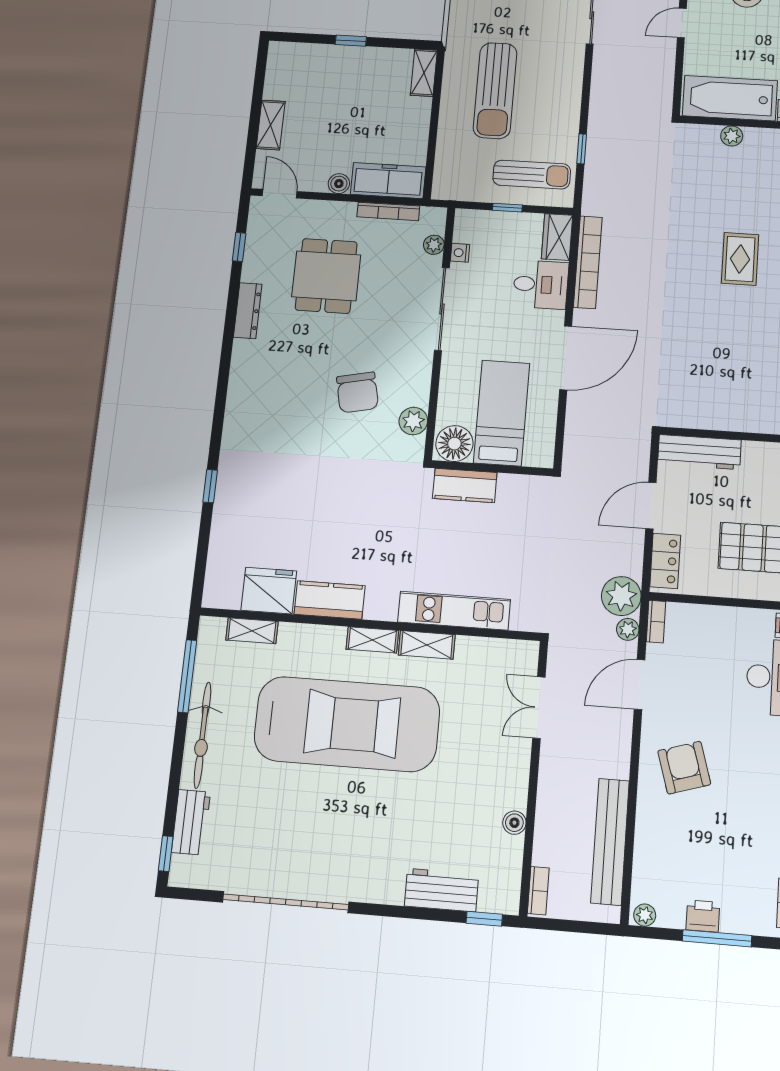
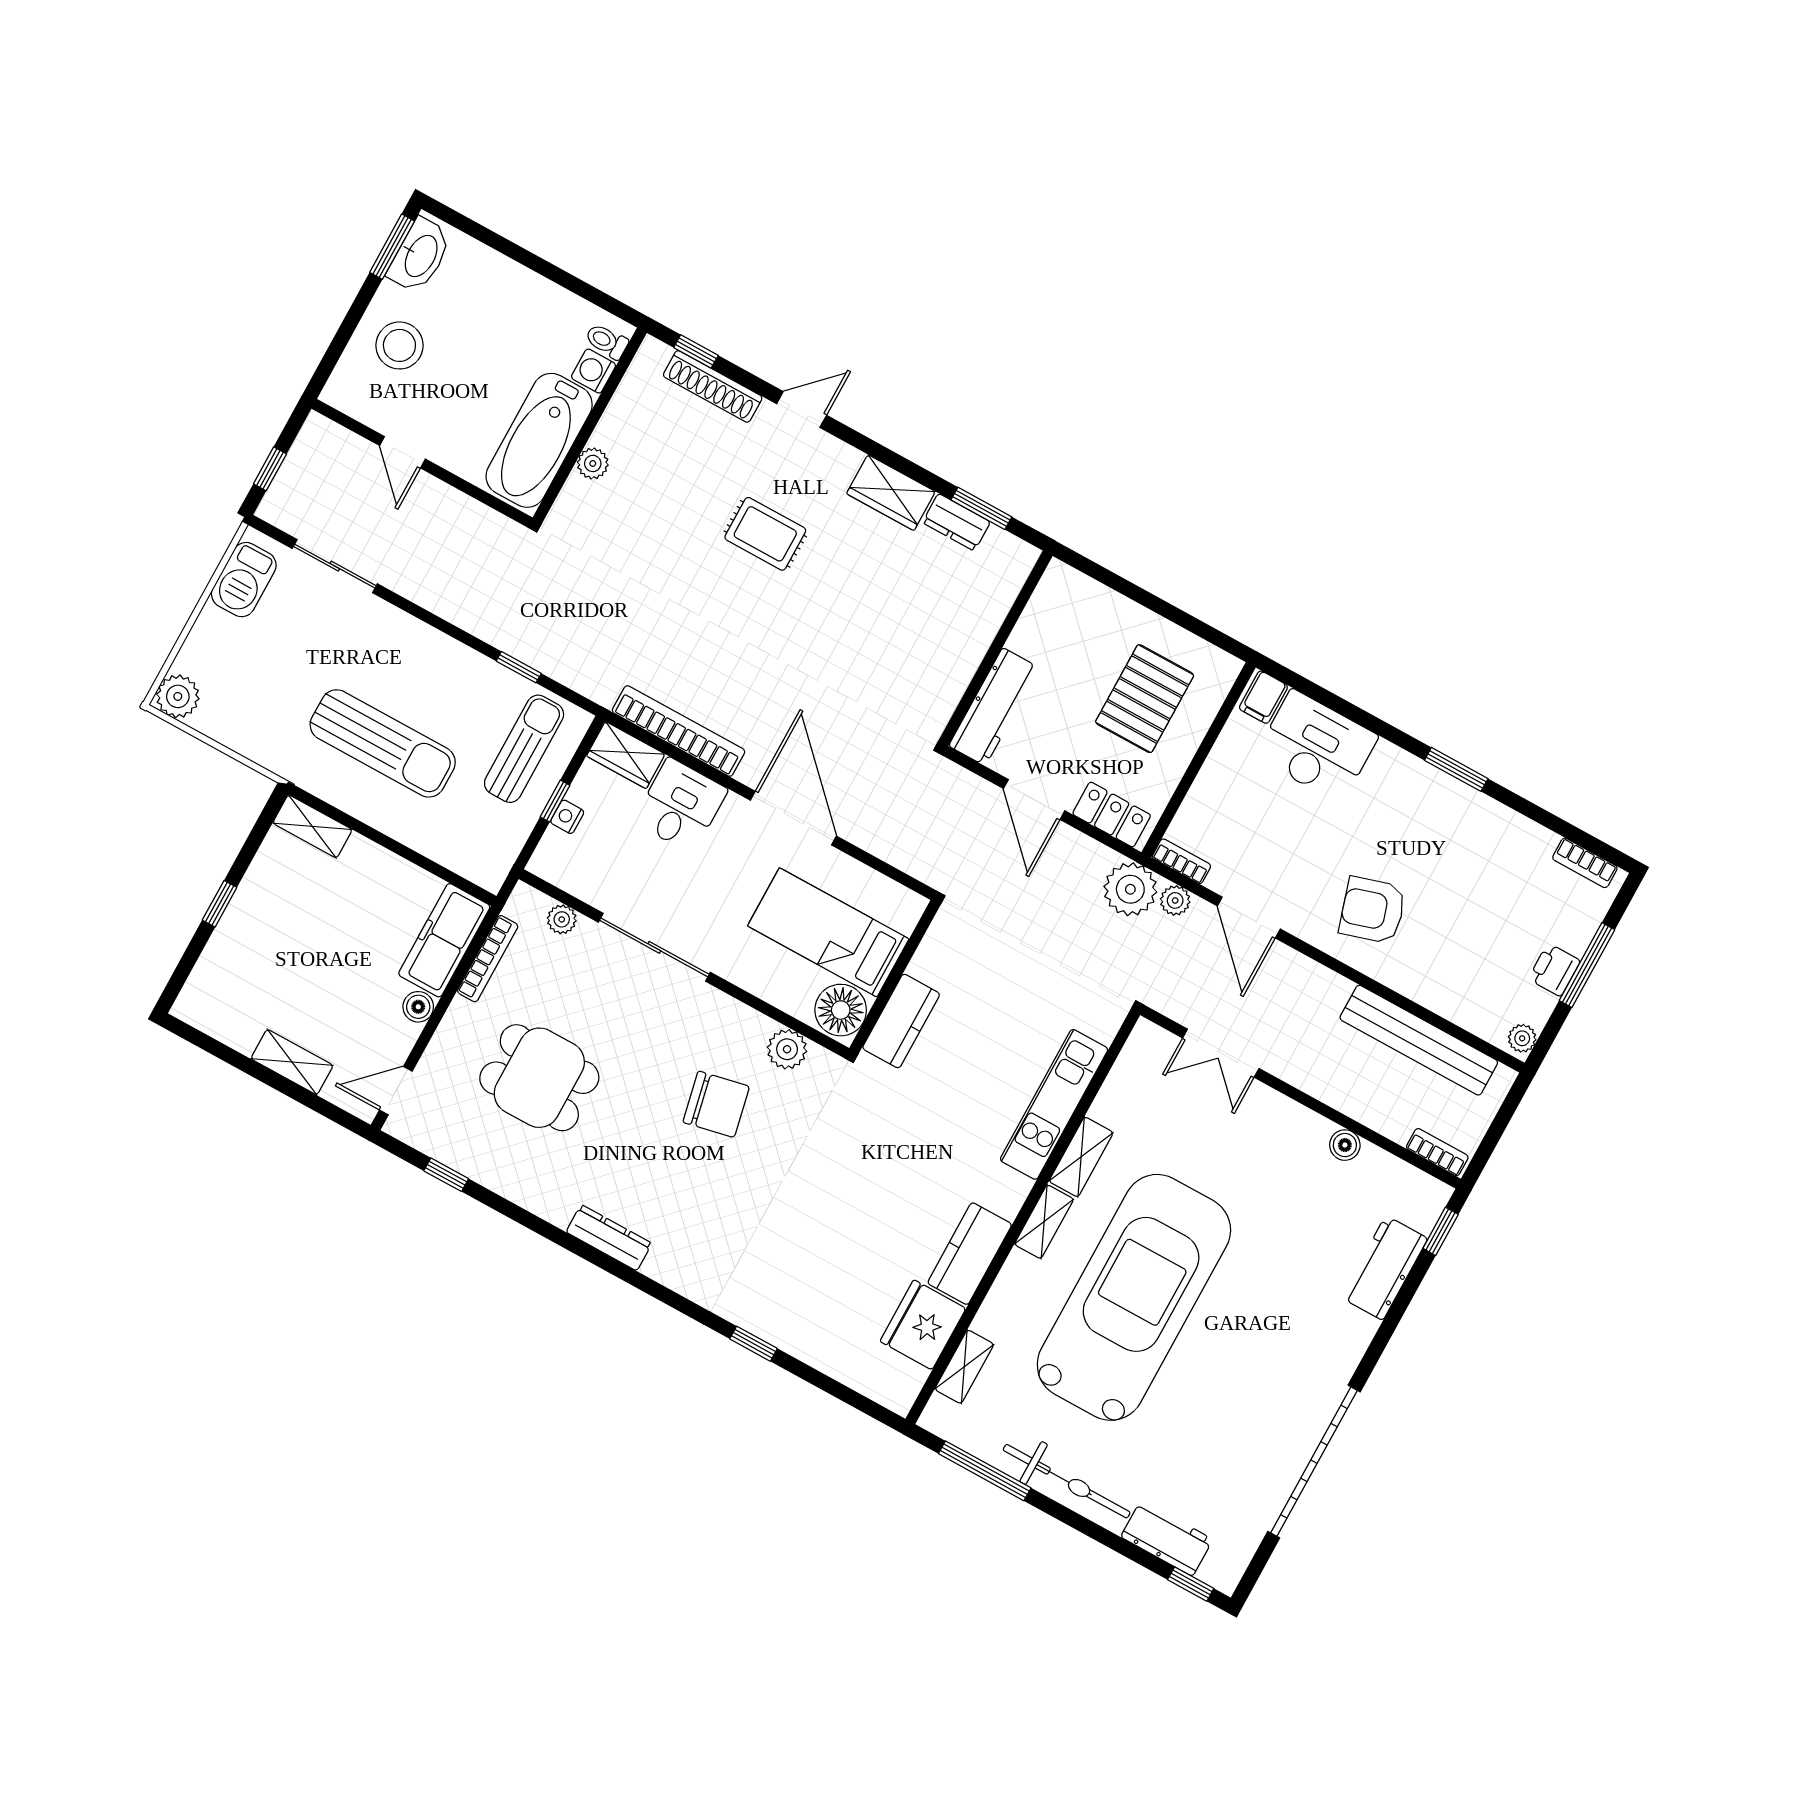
nightstand: (460, 253) -> (567, 817), moved, turned 90
dresser: (248, 311) -> (609, 1238), moved

